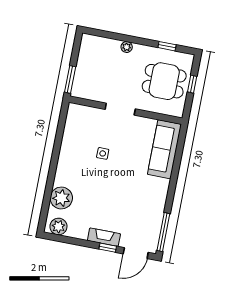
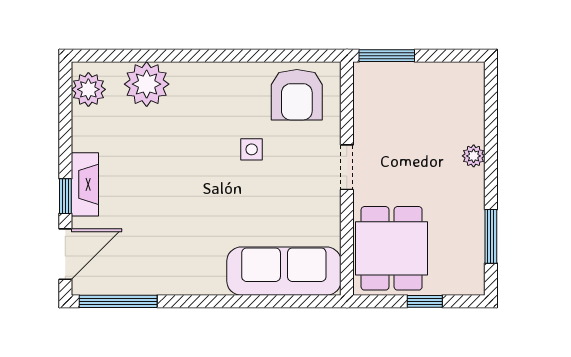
window: (167, 46) -> (491, 236), width x1.50
dining table: (164, 81) -> (392, 248), moved
doorway: (120, 109) -> (347, 167), width x0.73
armchair: (81, 126) -> (297, 95), added
door: (136, 253) -> (65, 254), swing flipped

